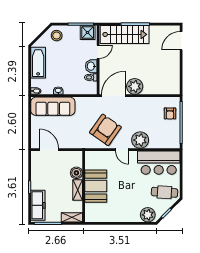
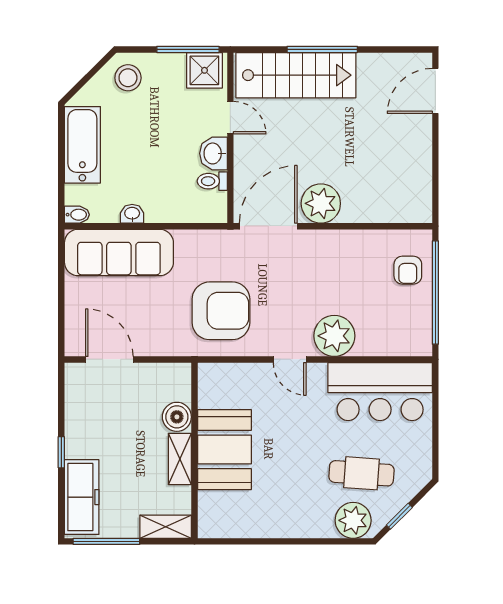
door: (98, 52) -> (230, 118), hinge flipped
armchair: (105, 130) -> (221, 311), moved, turned 55
cafe table: (164, 192) -> (361, 473), moved

